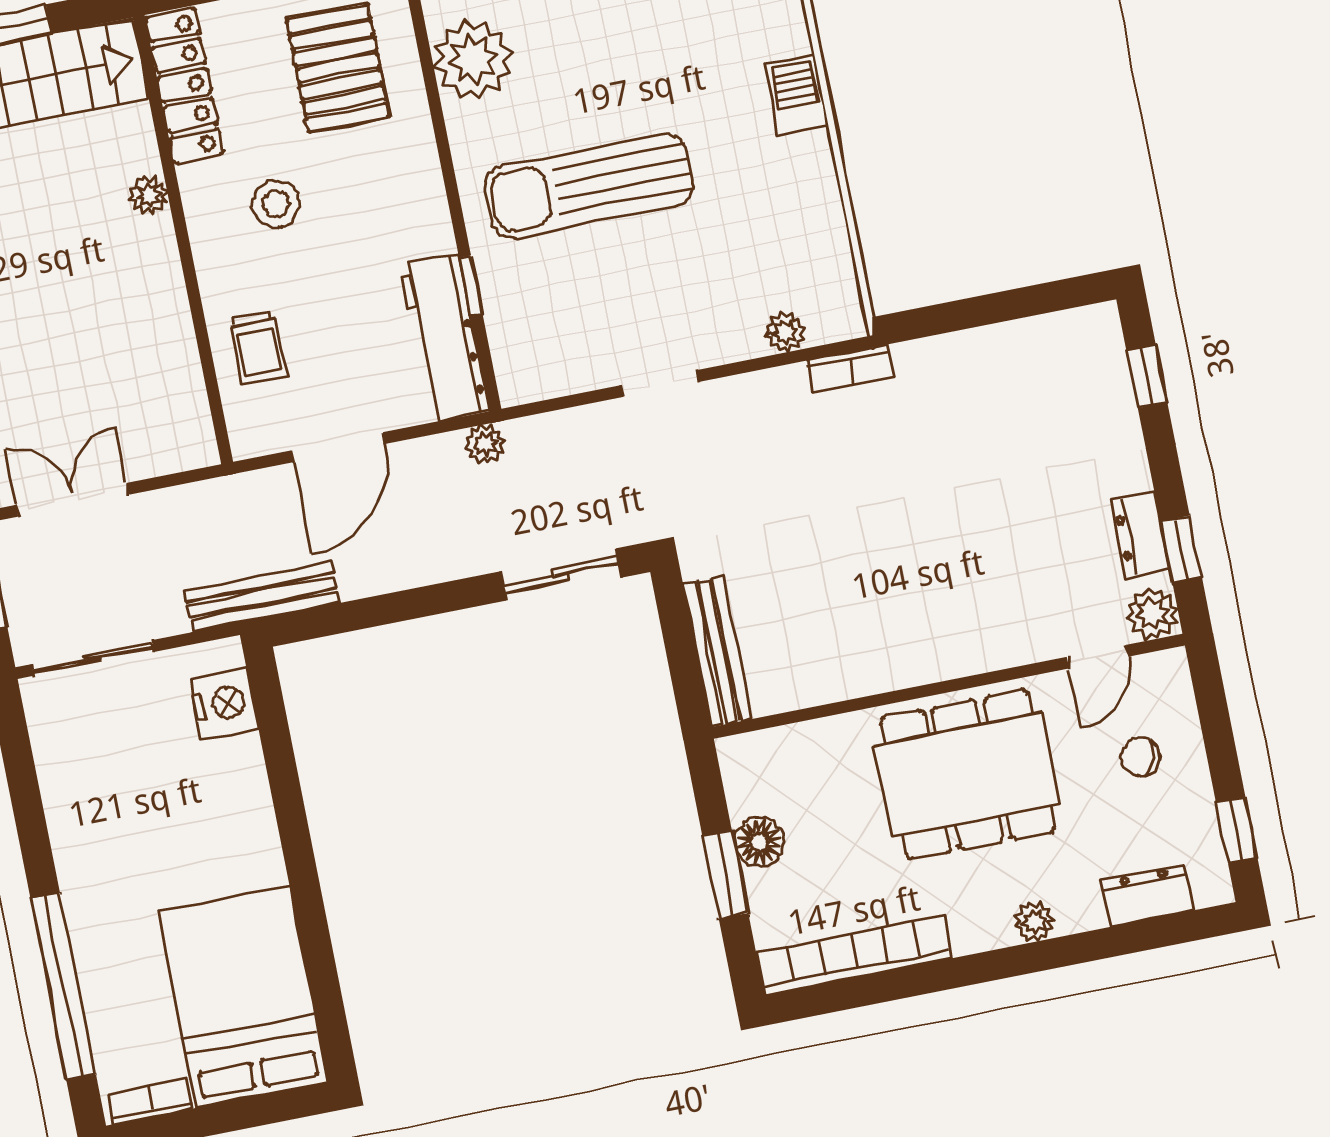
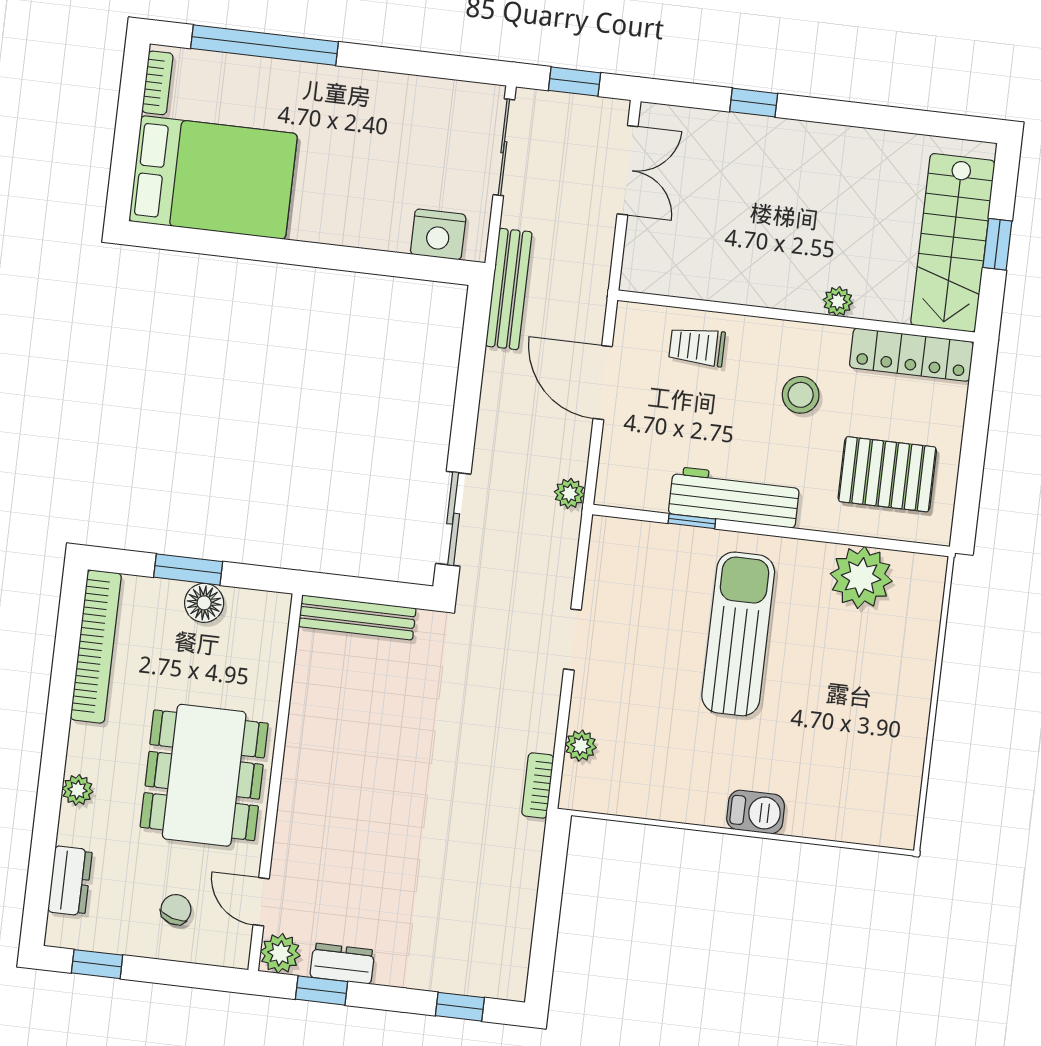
workbench: (444, 338) -> (734, 497), moved

